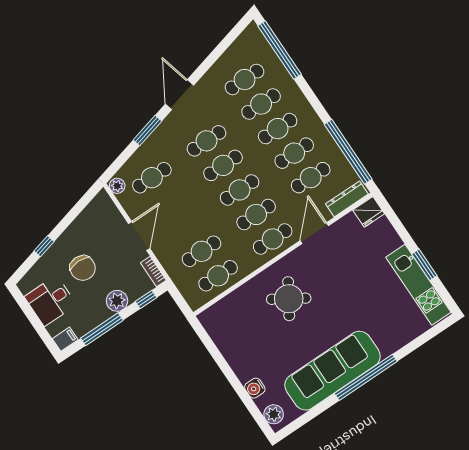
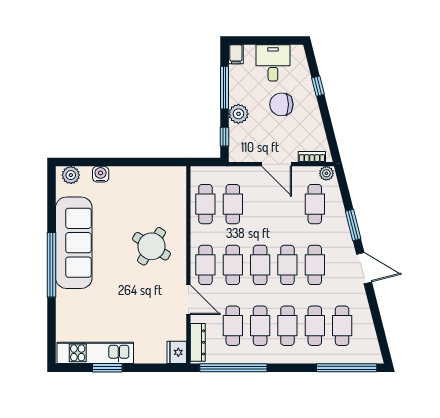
bookcase: (153, 271) -> (312, 157), moved

